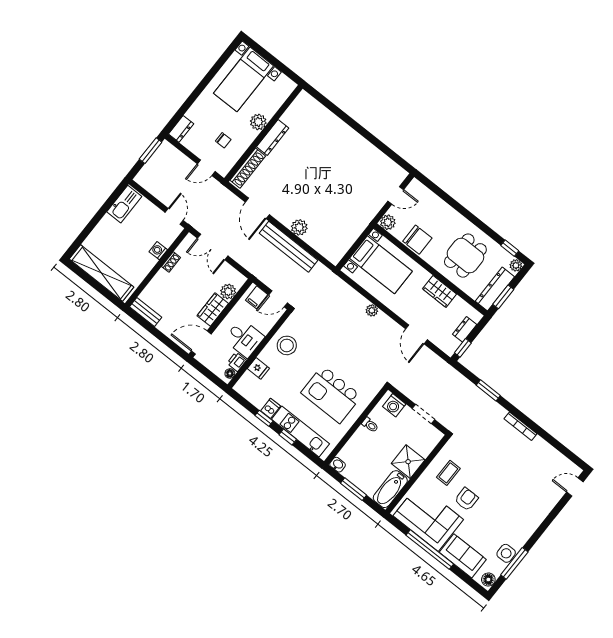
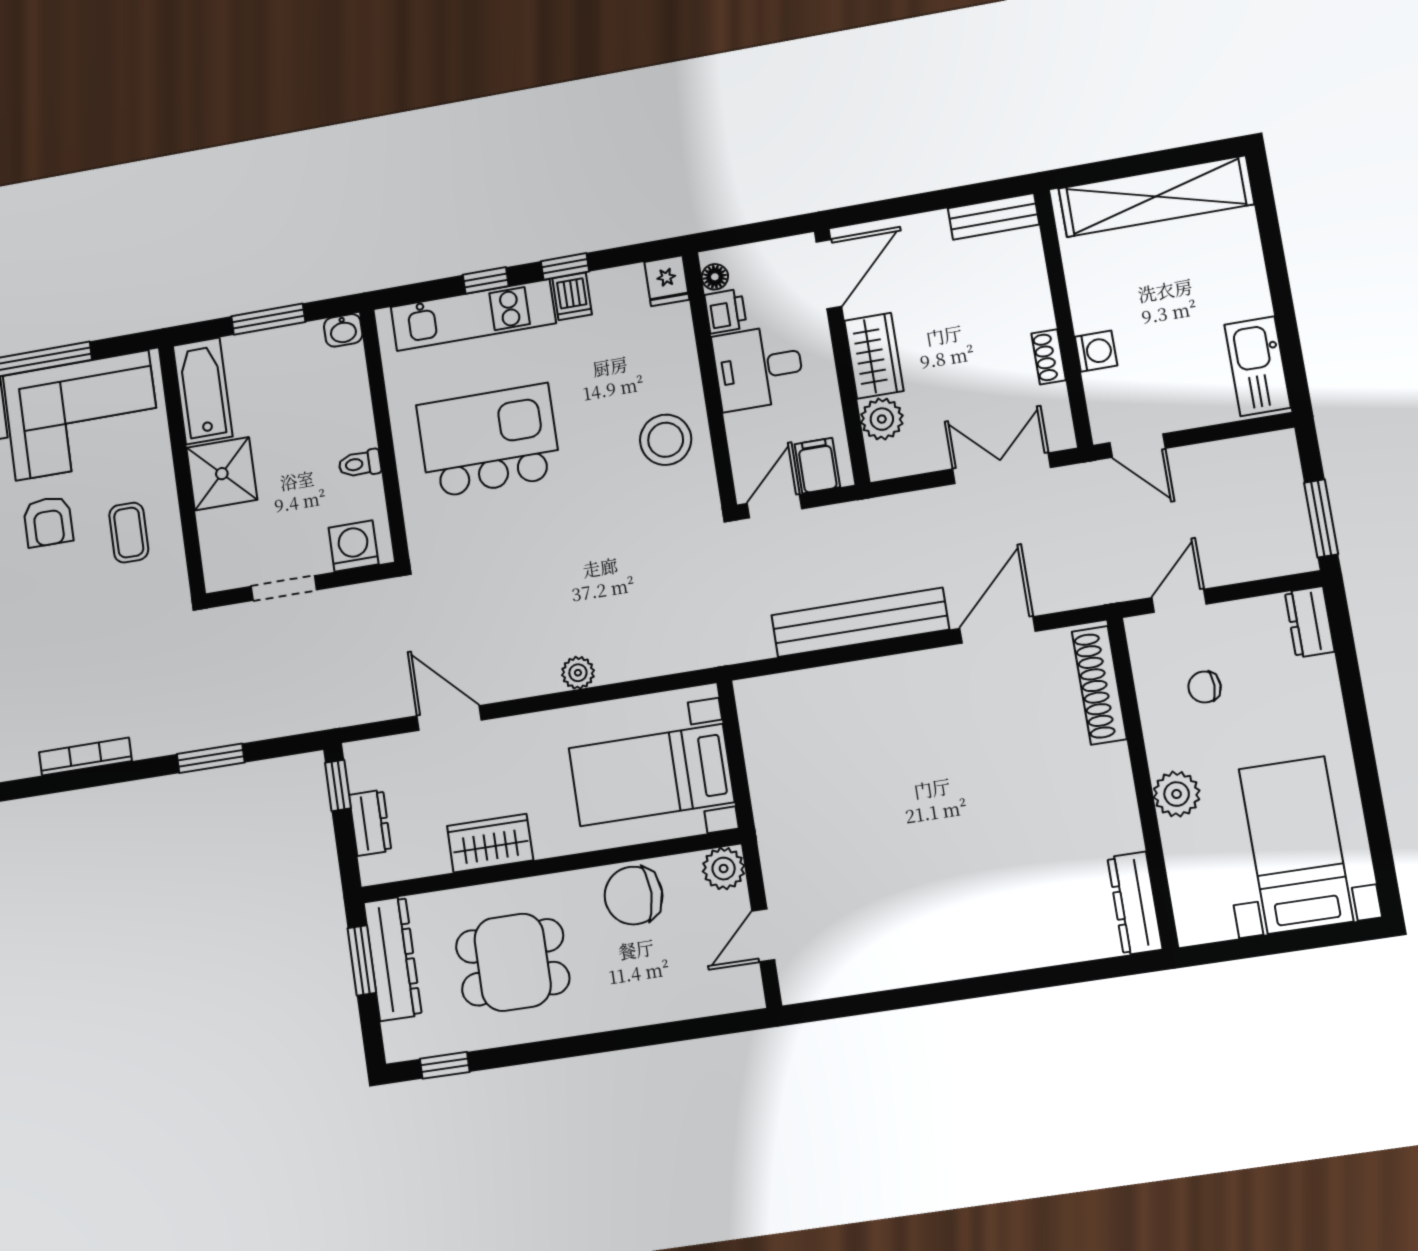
dresser: (273, 137) -> (1135, 903), moved
door: (257, 208) -> (997, 630), hinge flipped
plant: (299, 227) -> (879, 680), removed
dining table: (465, 256) -> (513, 962), turned 90
plant: (516, 265) -> (400, 1045), removed
fridge: (258, 368) -> (667, 281), moved, turned -90

